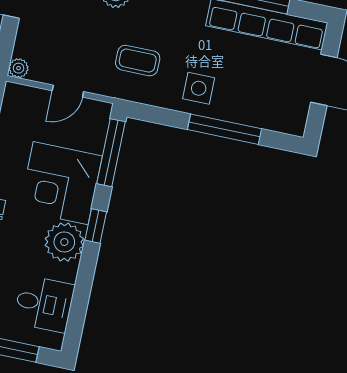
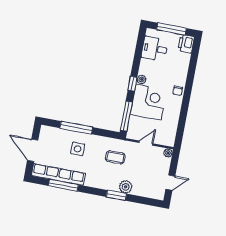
side table: (199, 88) -> (78, 149), moved
plant: (64, 242) -> (142, 79), width x0.53, depth x0.53

